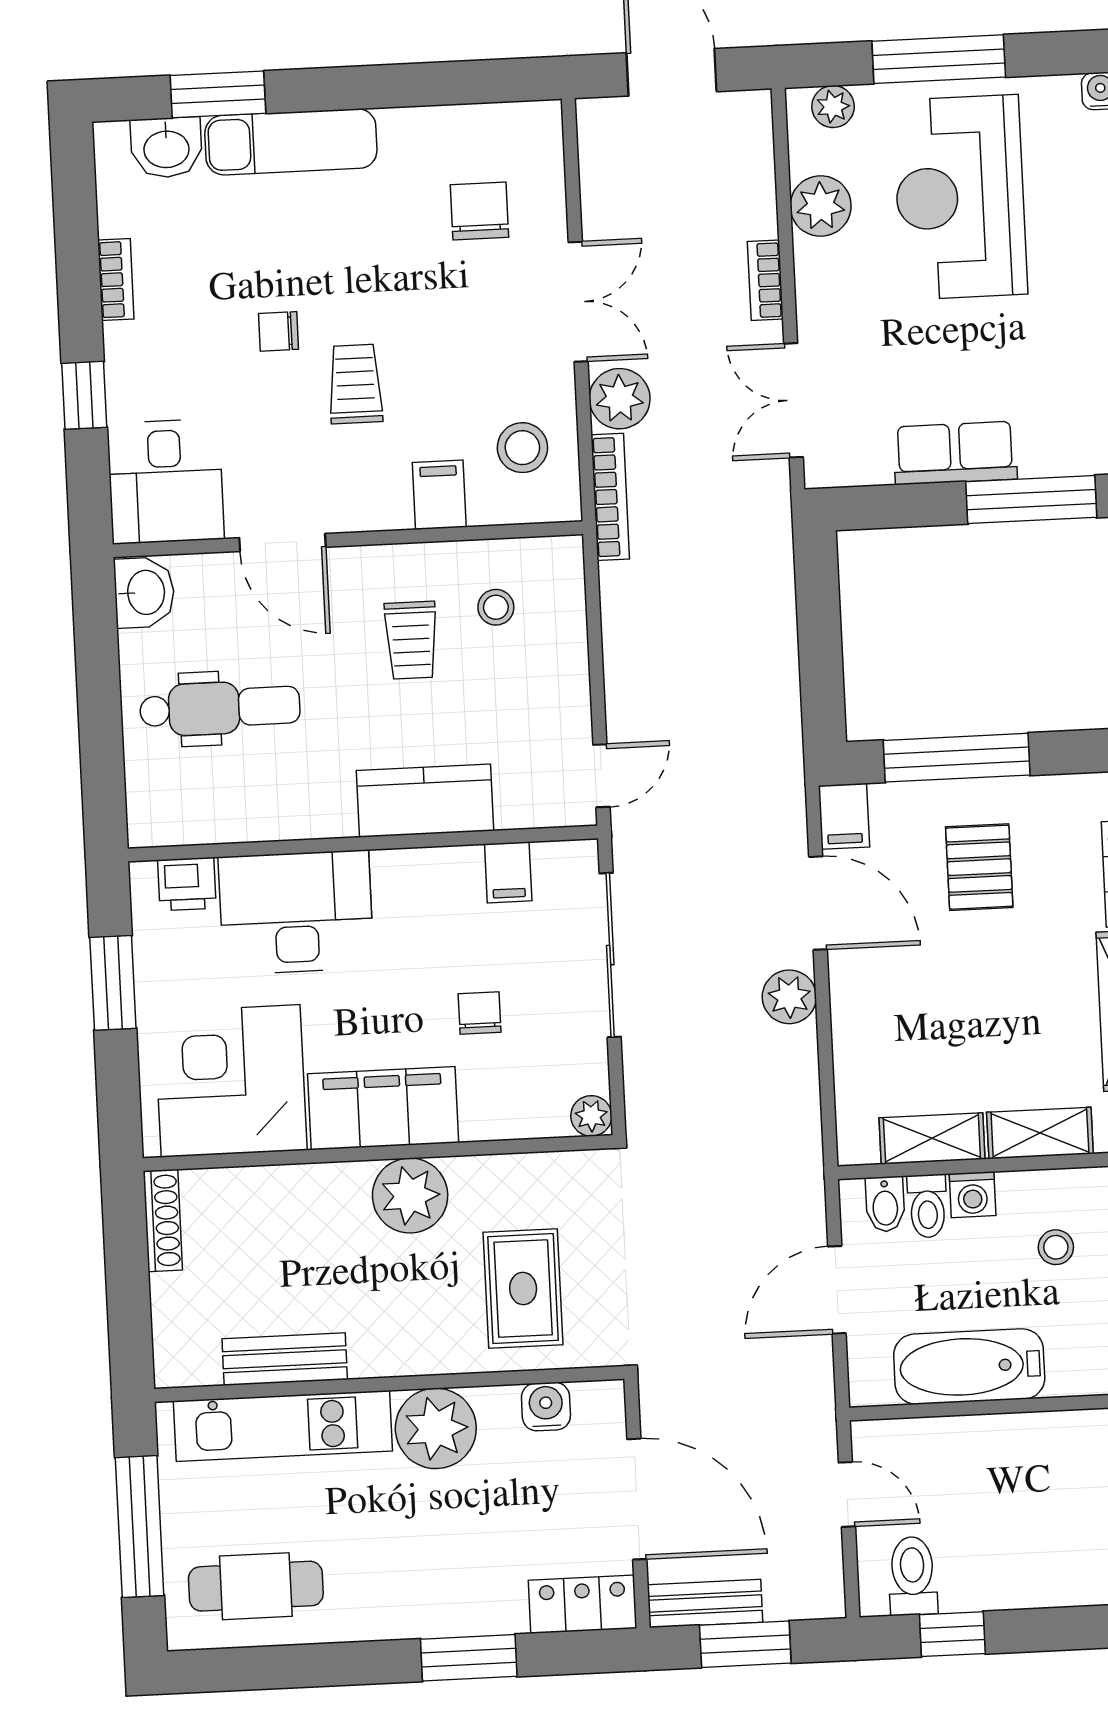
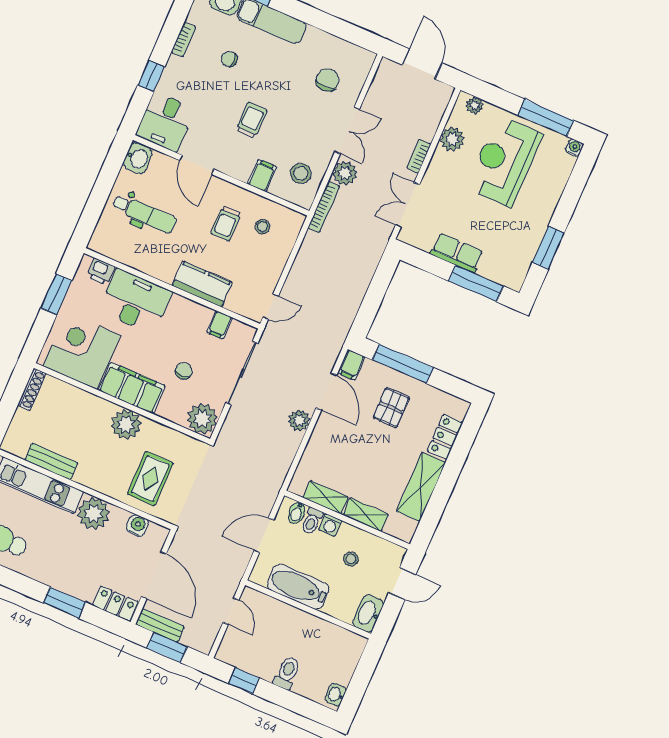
window: (939, 59) -> (546, 118), moved
chair: (279, 331) -> (229, 59), moved
plant: (591, 1116) -> (202, 419), width x1.88, depth x1.88
toilet: (913, 1576) -> (287, 673), moved

